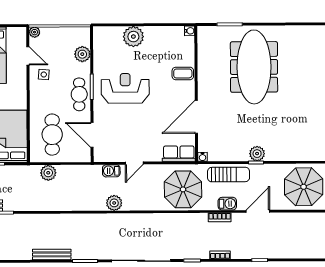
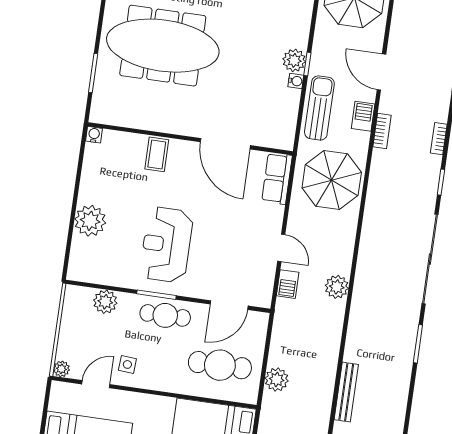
water cooler: (202, 157) -> (296, 81), moved
bench: (52, 254) -> (346, 392), moved

